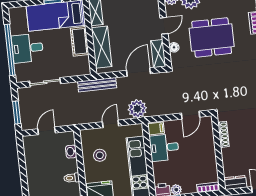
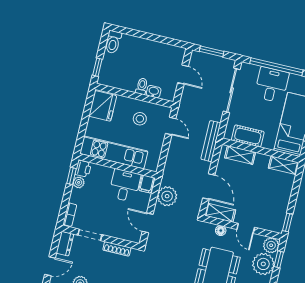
cot: (80, 41) -> (248, 136), moved
shelving: (102, 47) -> (240, 155), width x0.67, depth x0.75
sliding door: (45, 82) -> (232, 90), width x1.37
plant: (137, 109) -> (167, 196), moved
door: (111, 124) -> (171, 126), moved
doorway: (220, 163) -> (90, 235), added
toilet: (72, 178) -> (142, 86), moved

